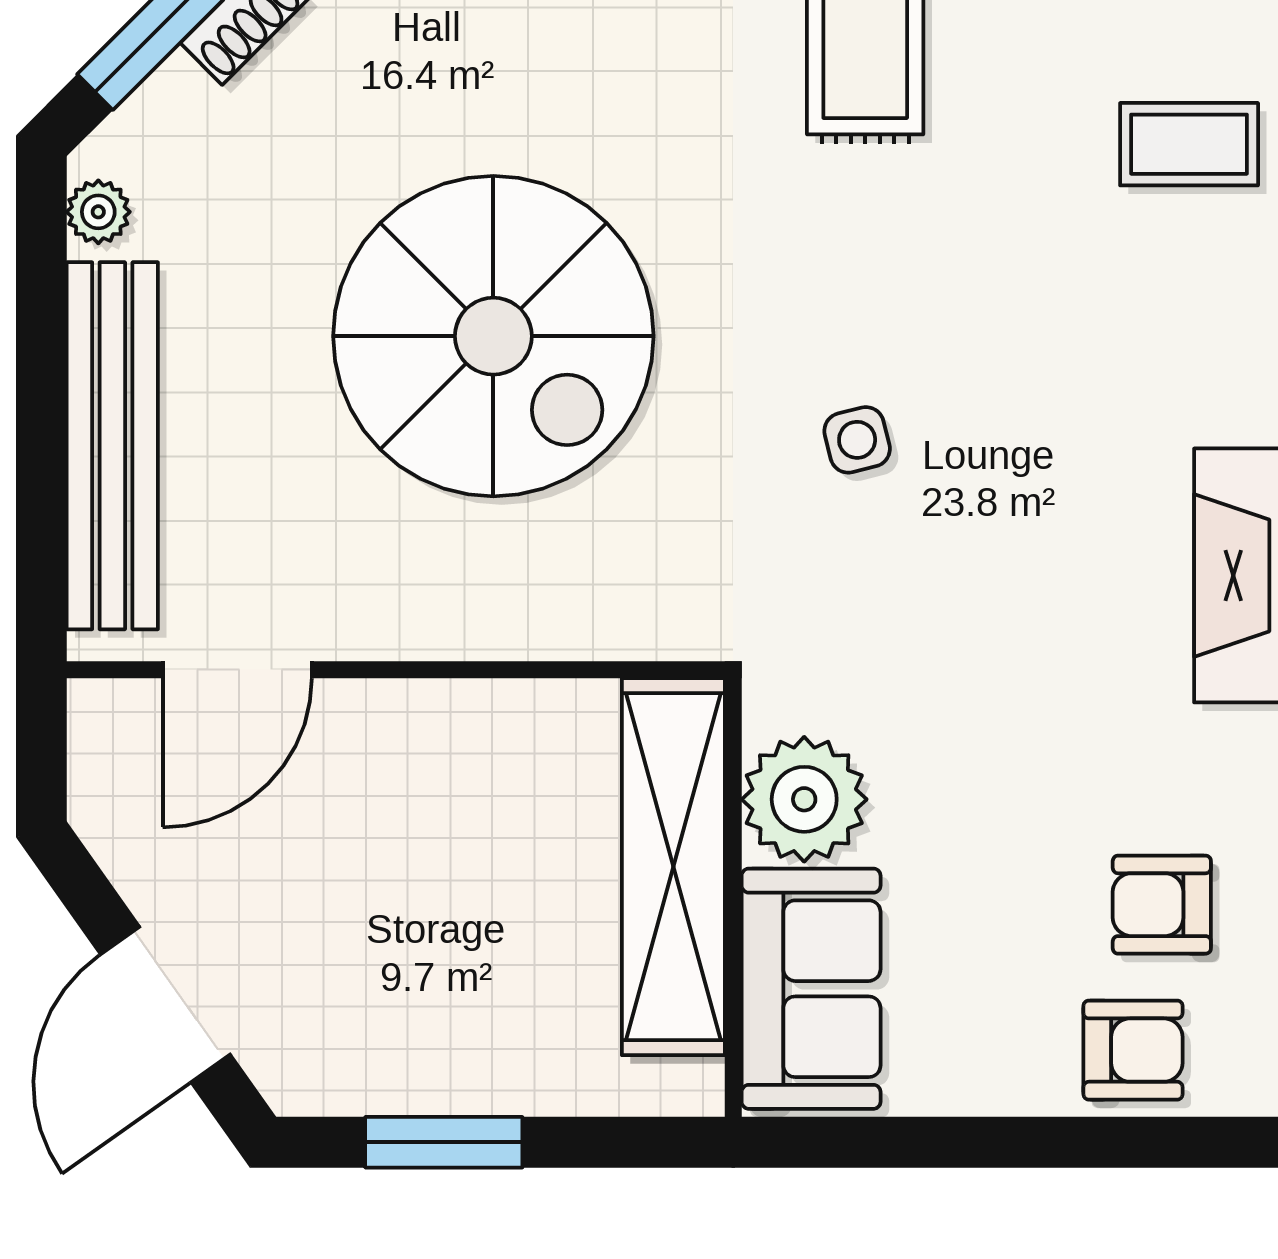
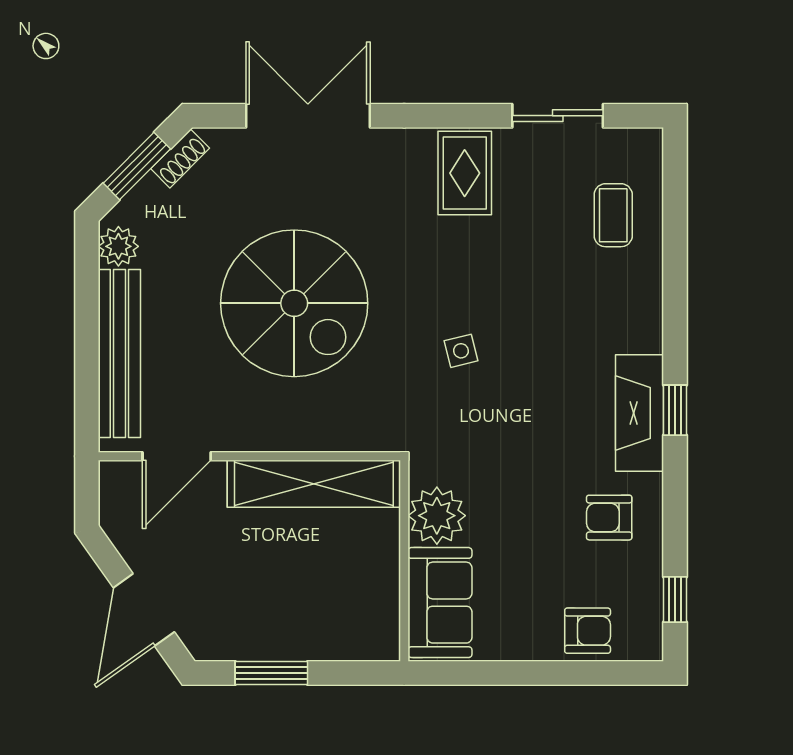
coffee table: (1189, 144) -> (613, 215), turned 90
plant: (98, 212) -> (118, 246), width x1.38, depth x1.38
shelving: (673, 867) -> (314, 484), moved, turned 90
armchair: (1162, 905) -> (609, 518), moved

